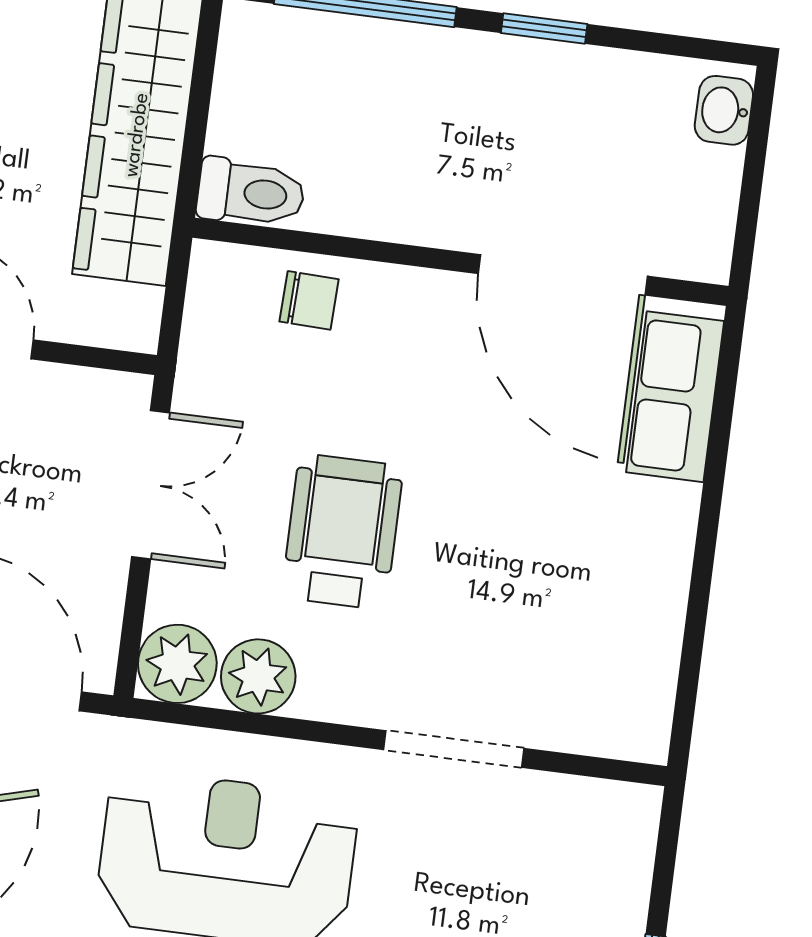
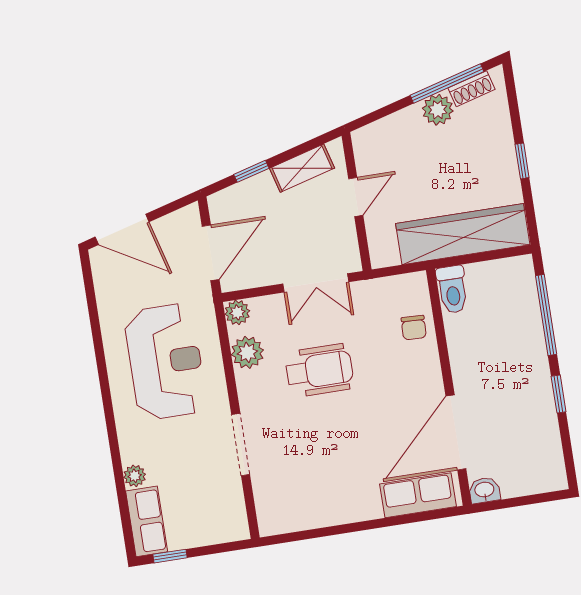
washbasin: (724, 110) -> (484, 490), moved
plant: (177, 664) -> (237, 312), width x0.73, depth x0.73

